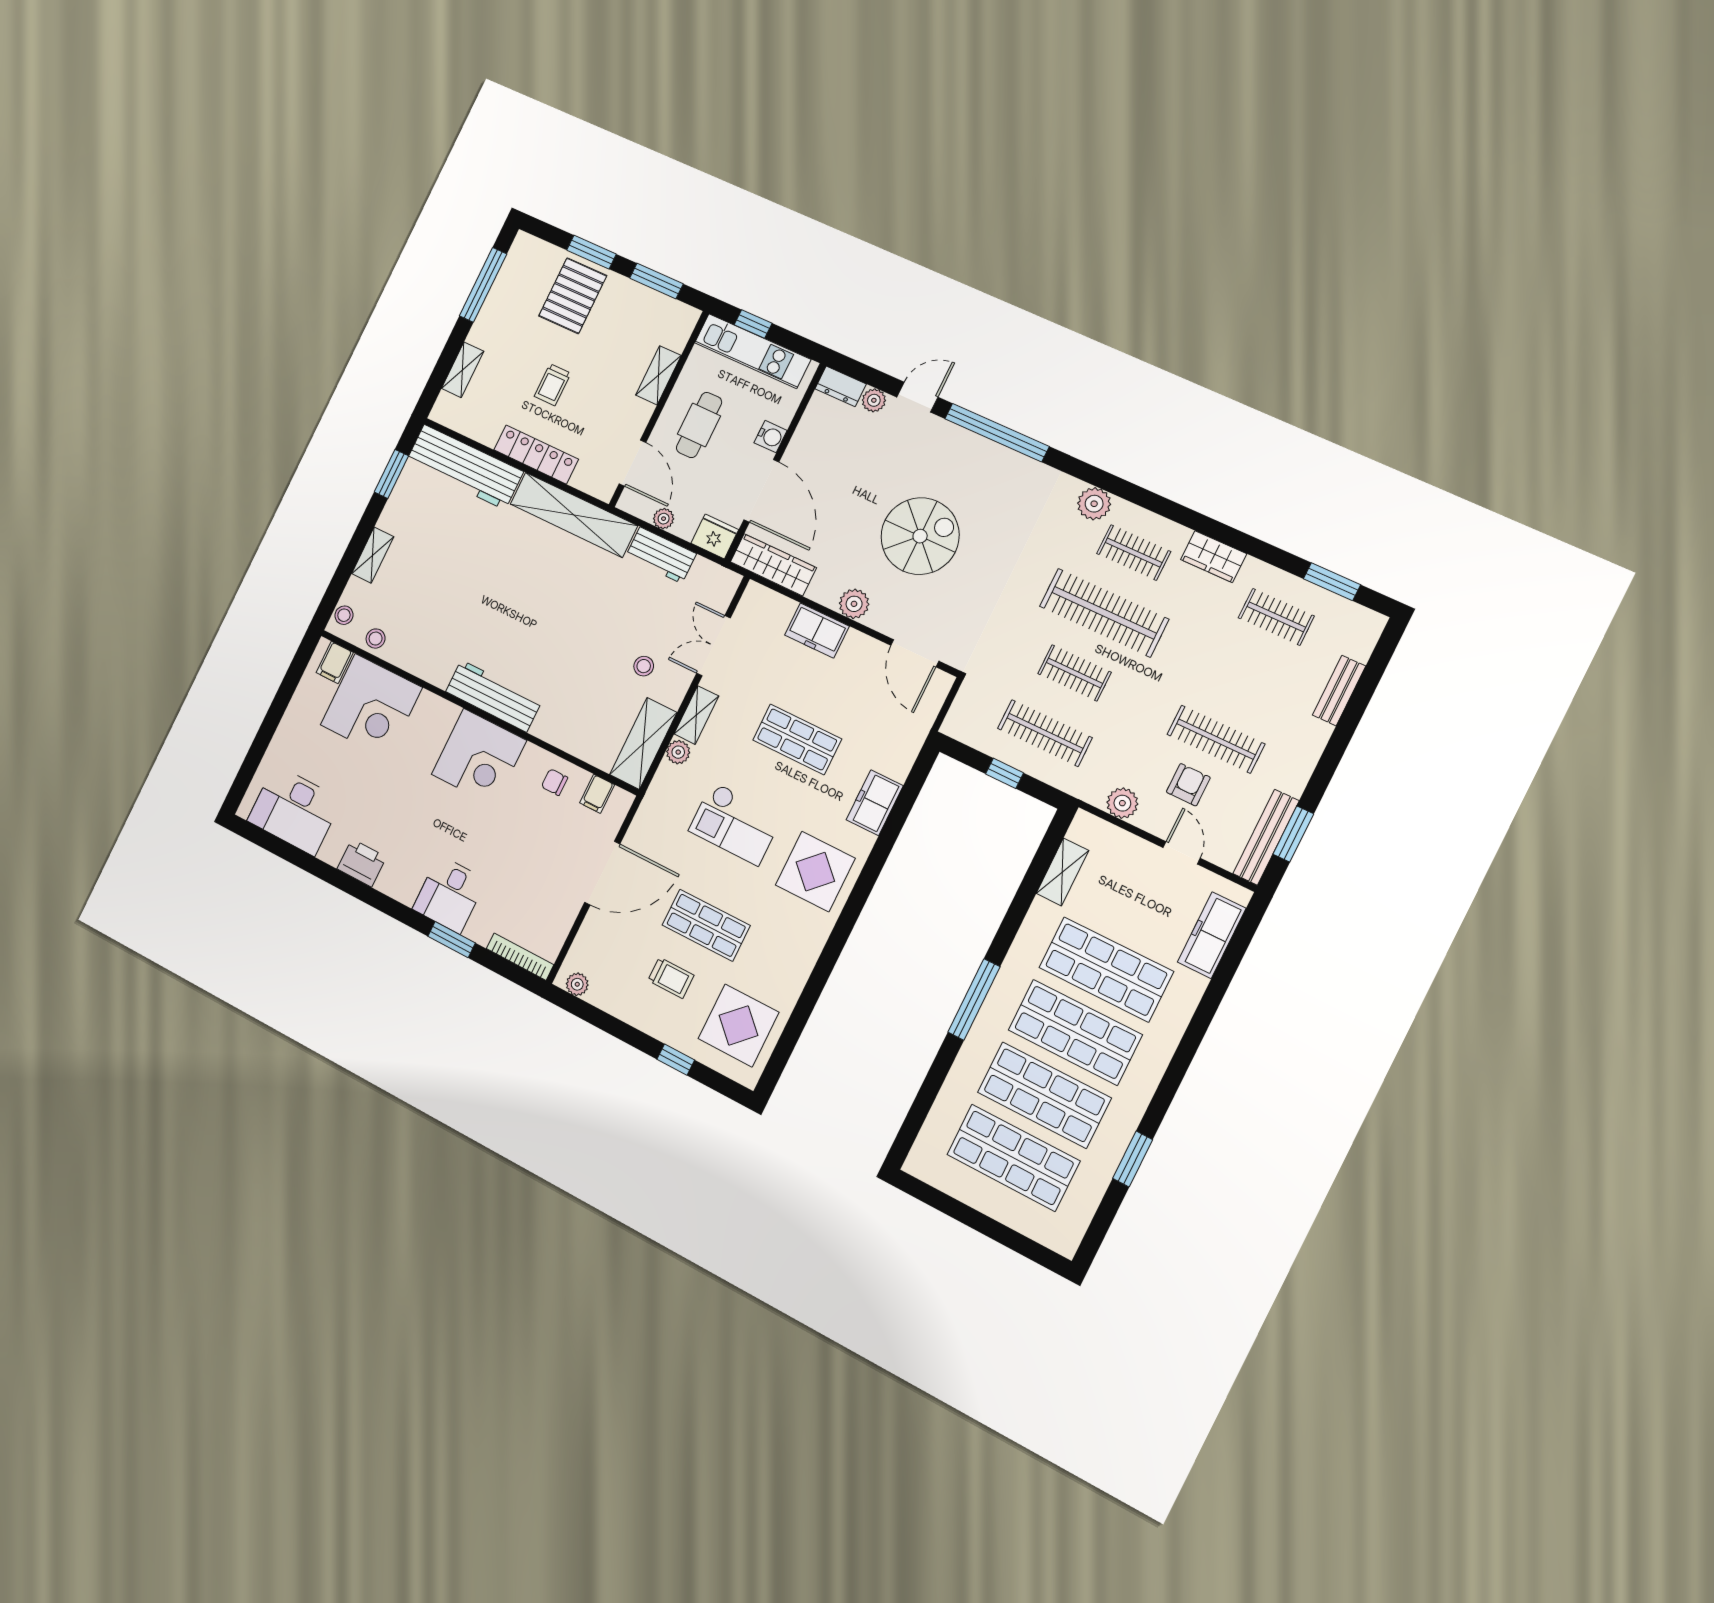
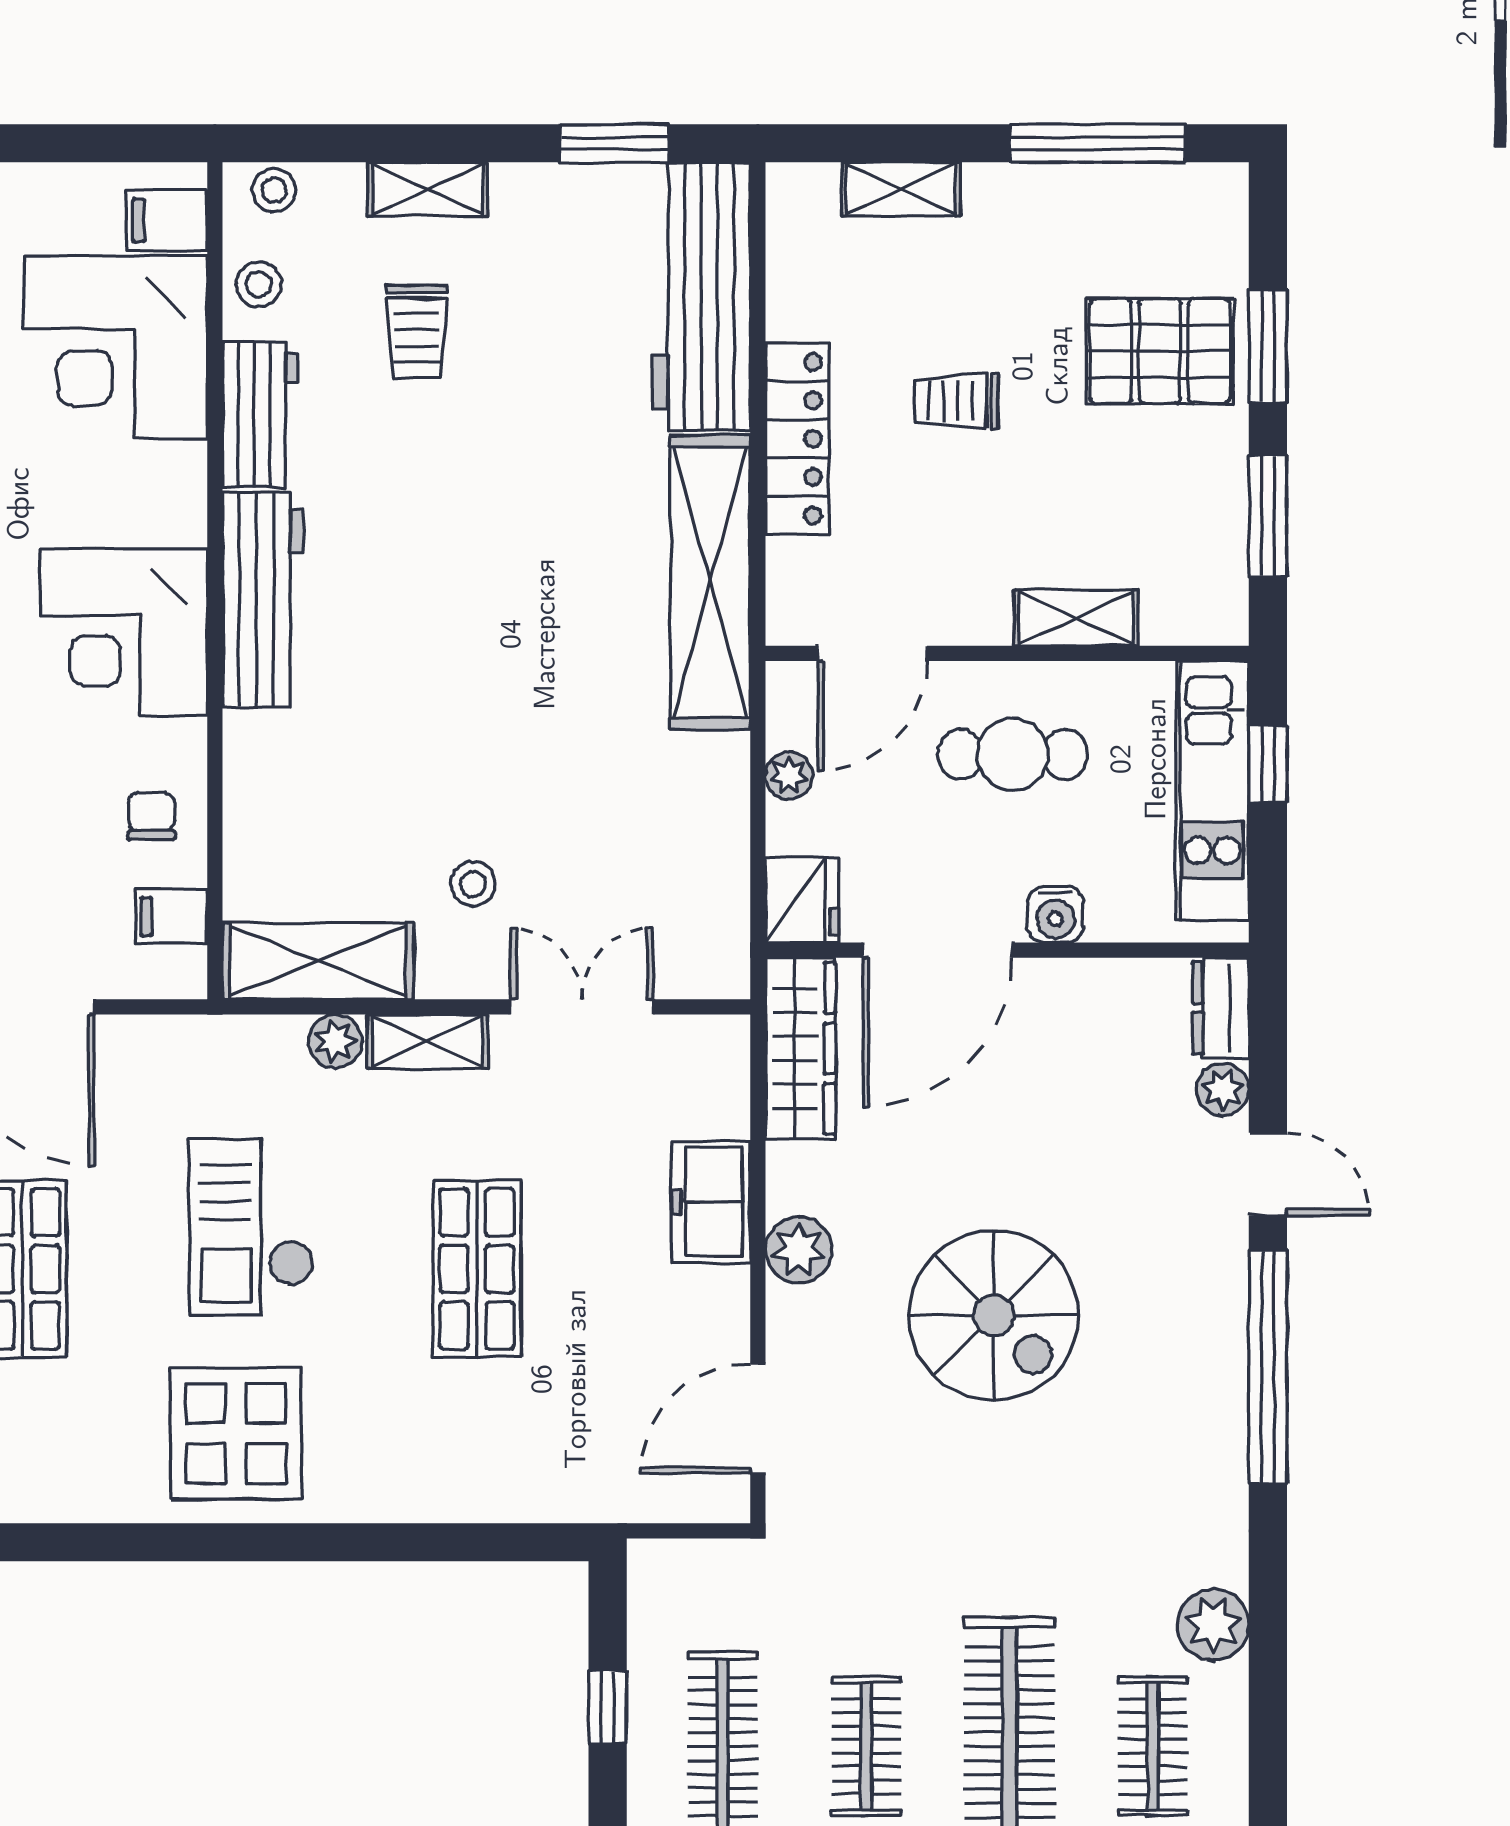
workbench: (661, 555) -> (260, 414), moved, turned 180
trolley: (423, 585) -> (417, 332), added
freezer: (875, 803) -> (428, 1484), removed

